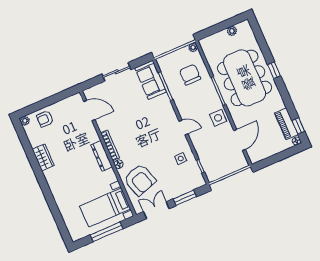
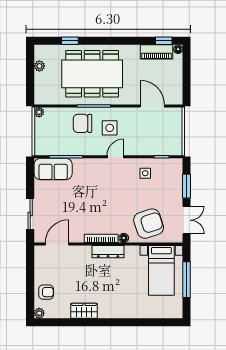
window: (274, 70) -> (70, 41), moved
sliding door: (116, 72) -> (30, 214), moved
chair: (190, 75) -> (82, 123), moved
side table: (218, 118) -> (110, 128), moved
armchair: (45, 119) -> (46, 292), turned -90
double door: (156, 210) -> (186, 220), swing flipped

